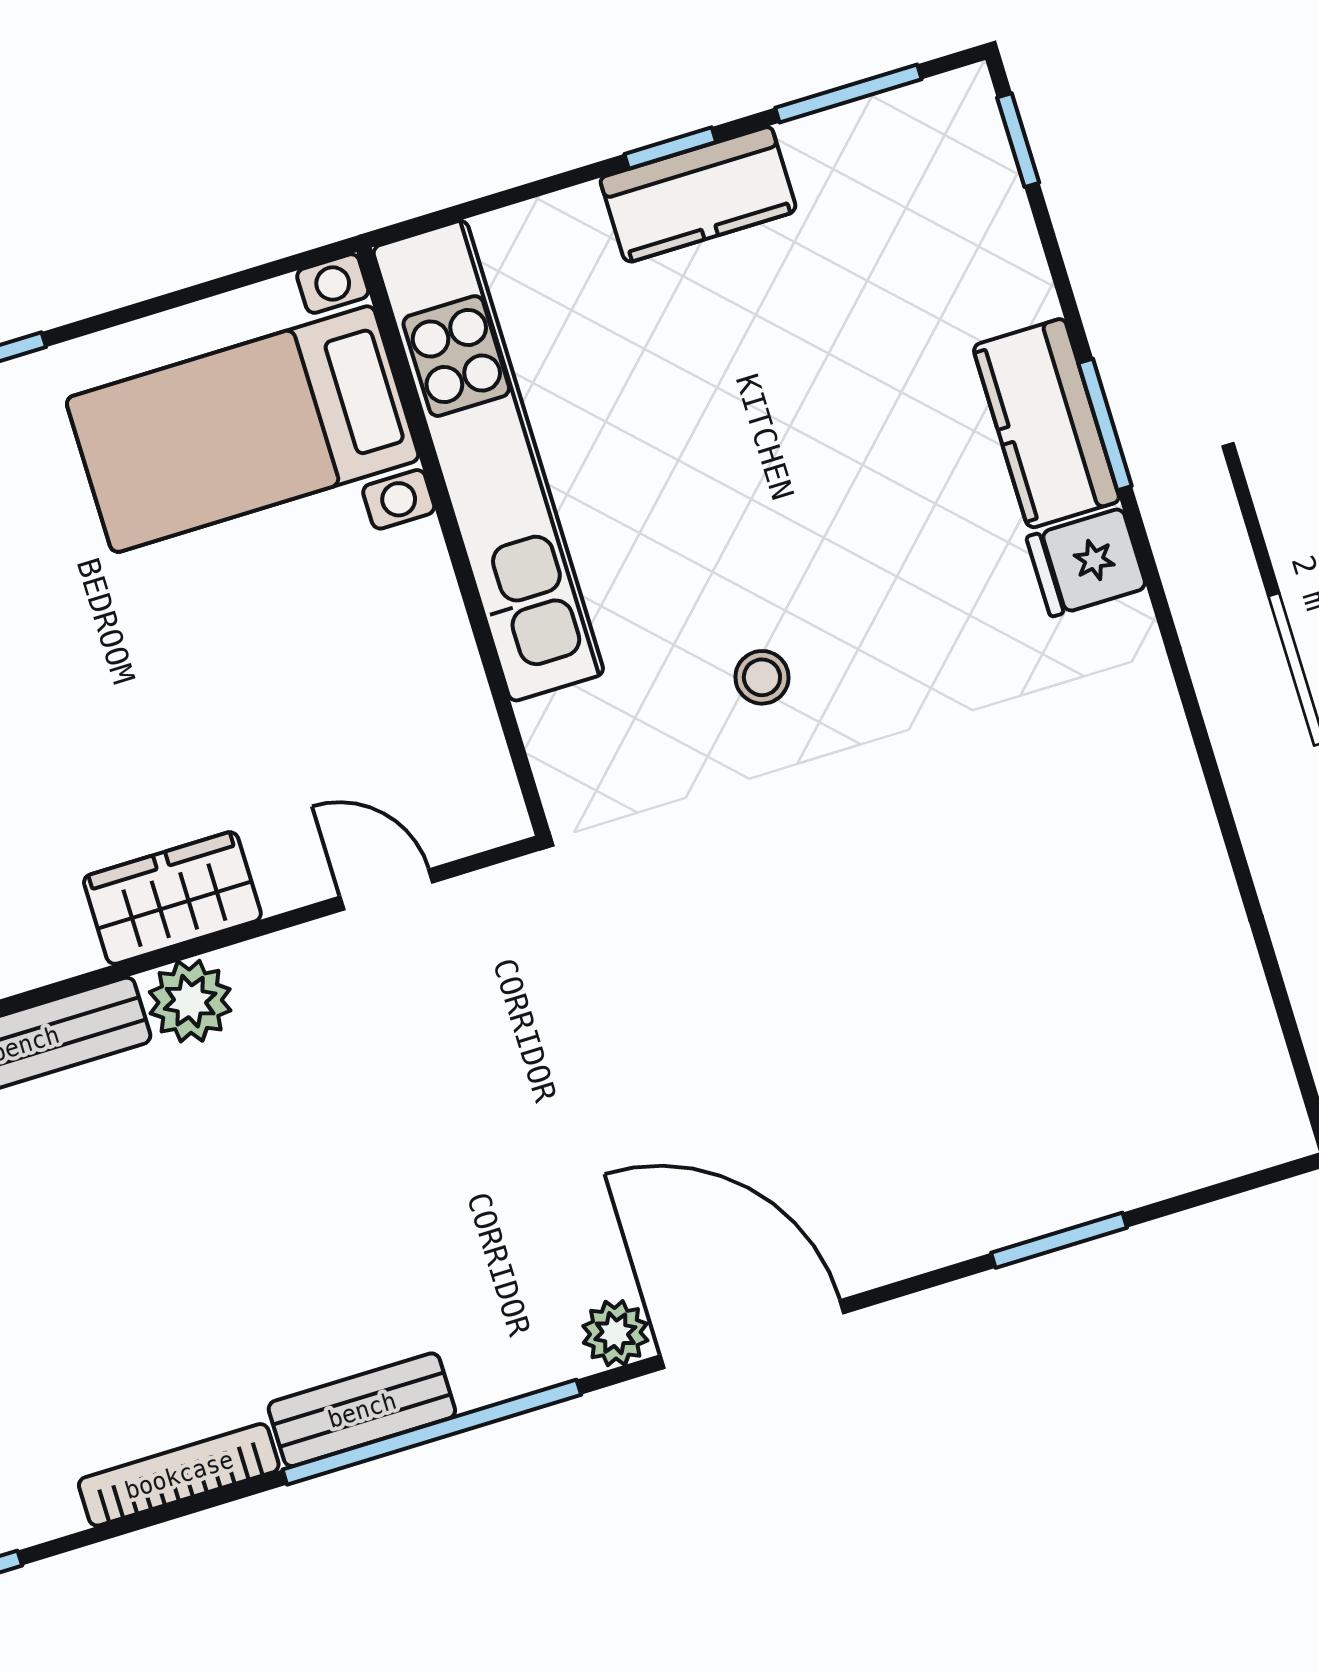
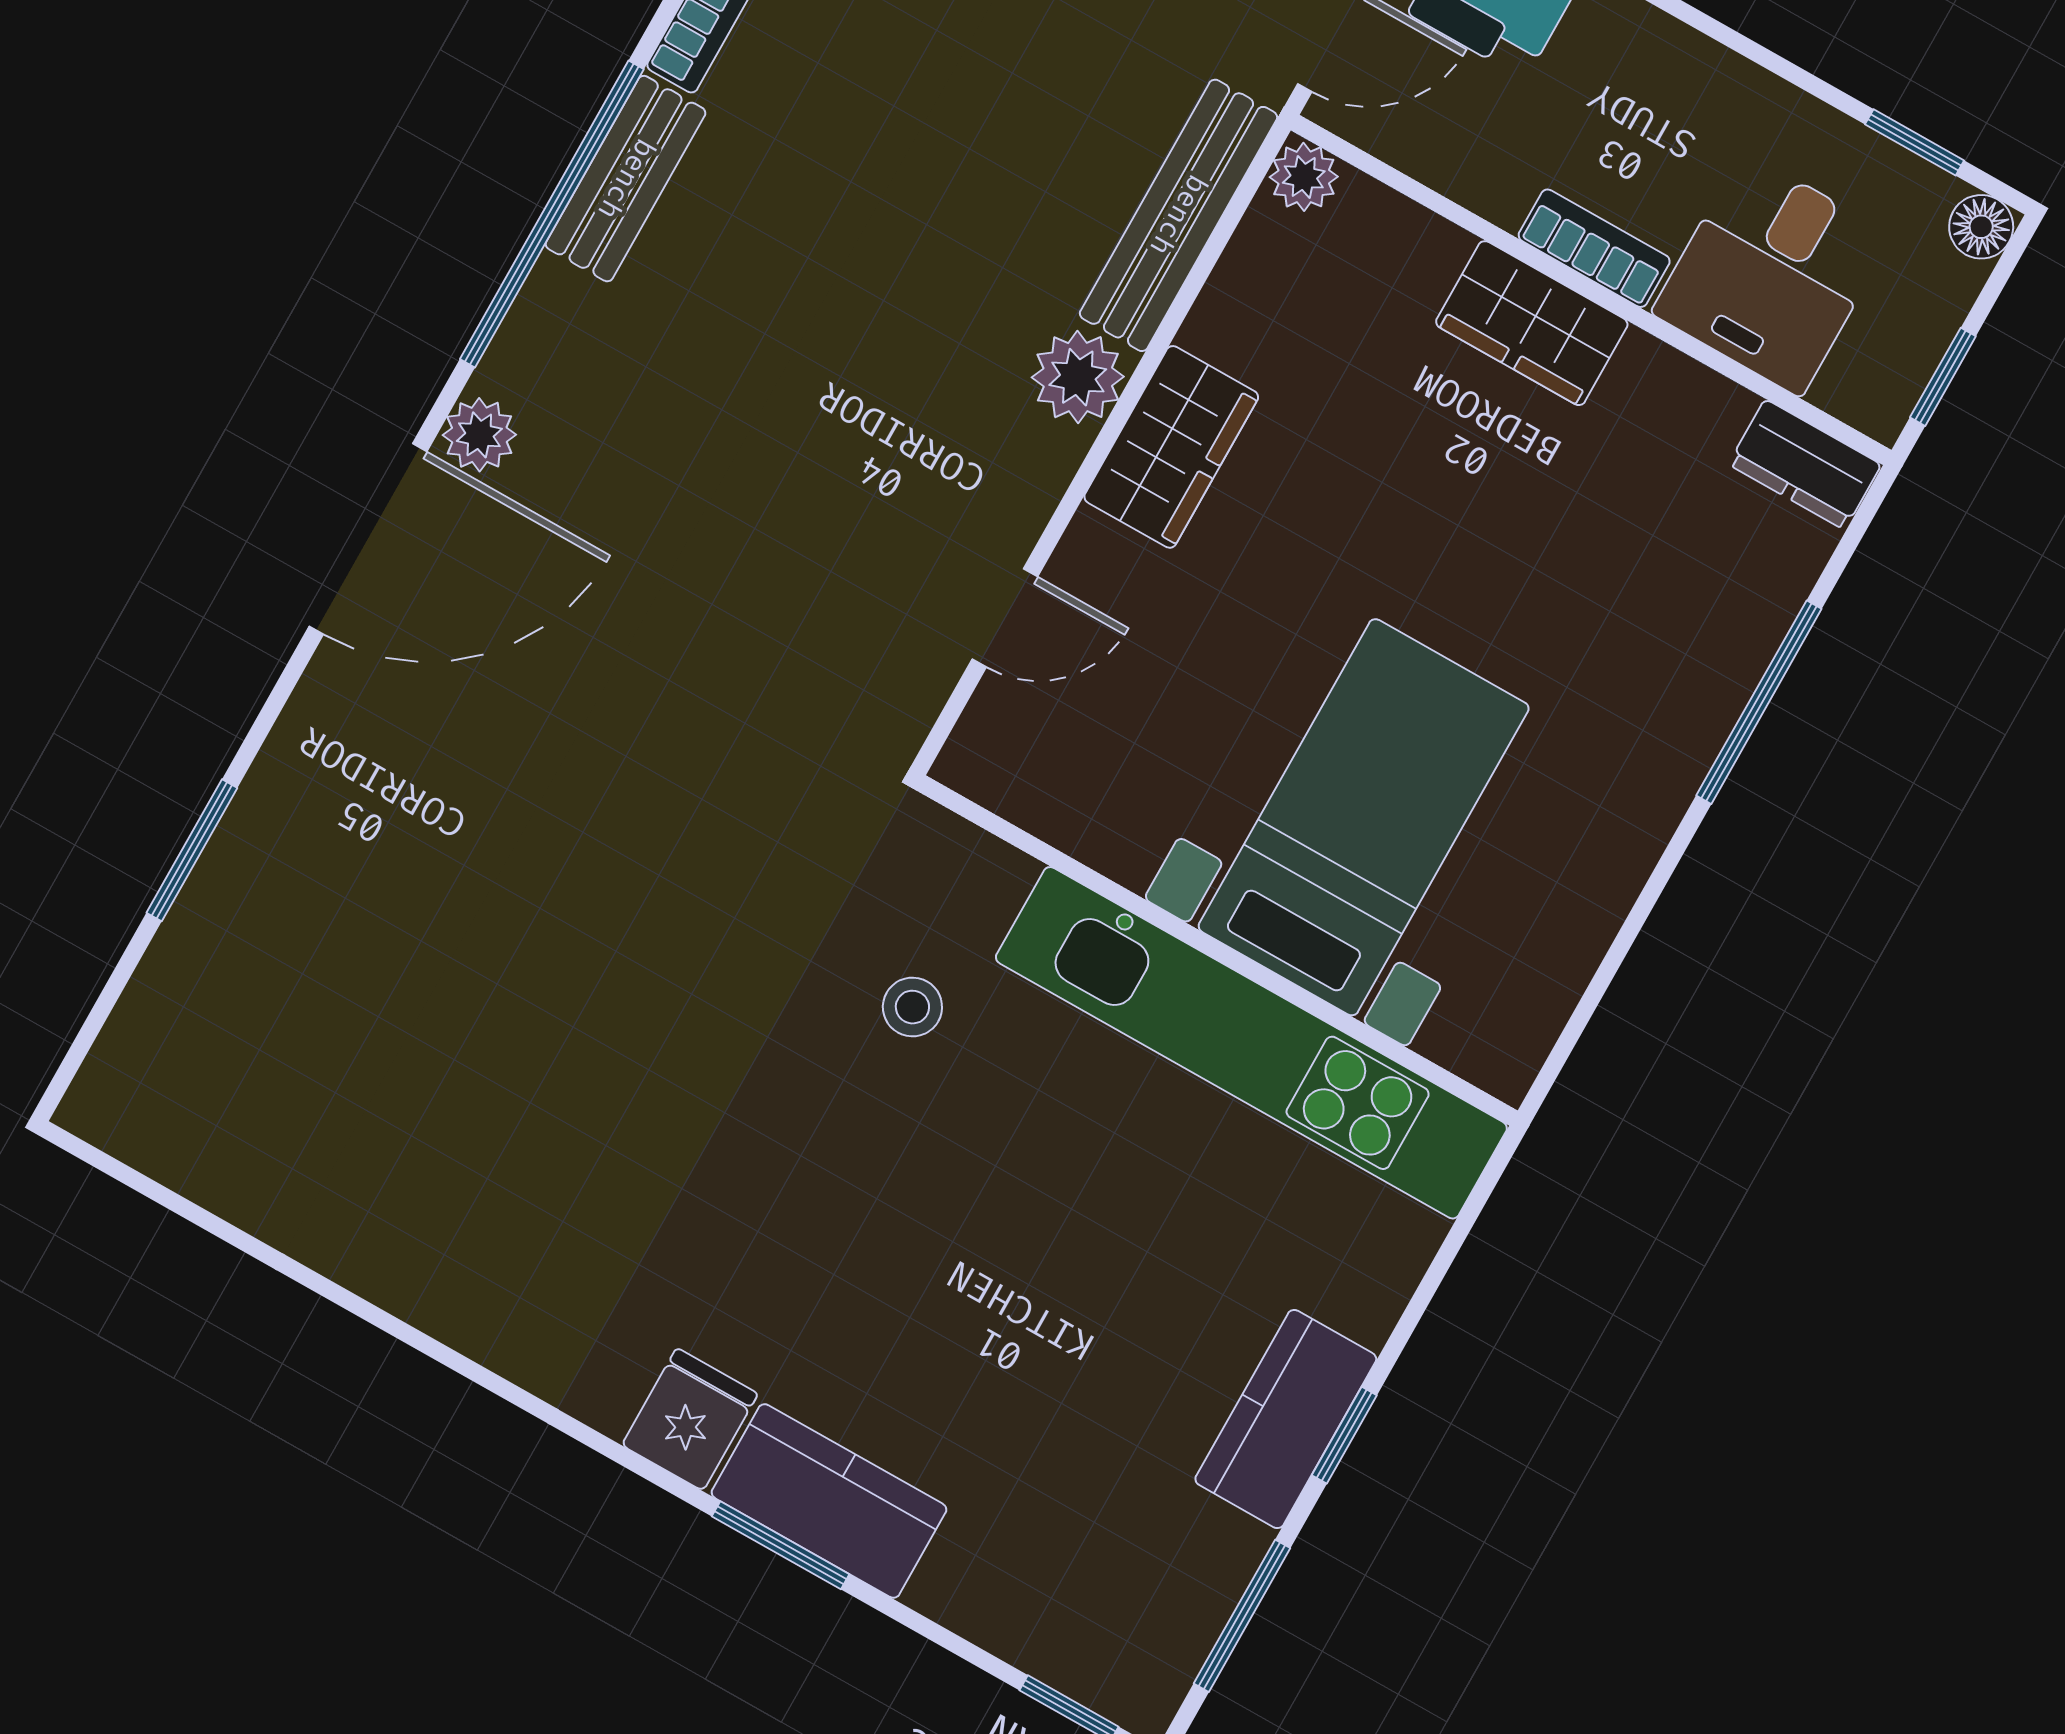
bed with nightstands: (243, 429) -> (1364, 817), moved
stool: (762, 677) -> (912, 1007), moved

